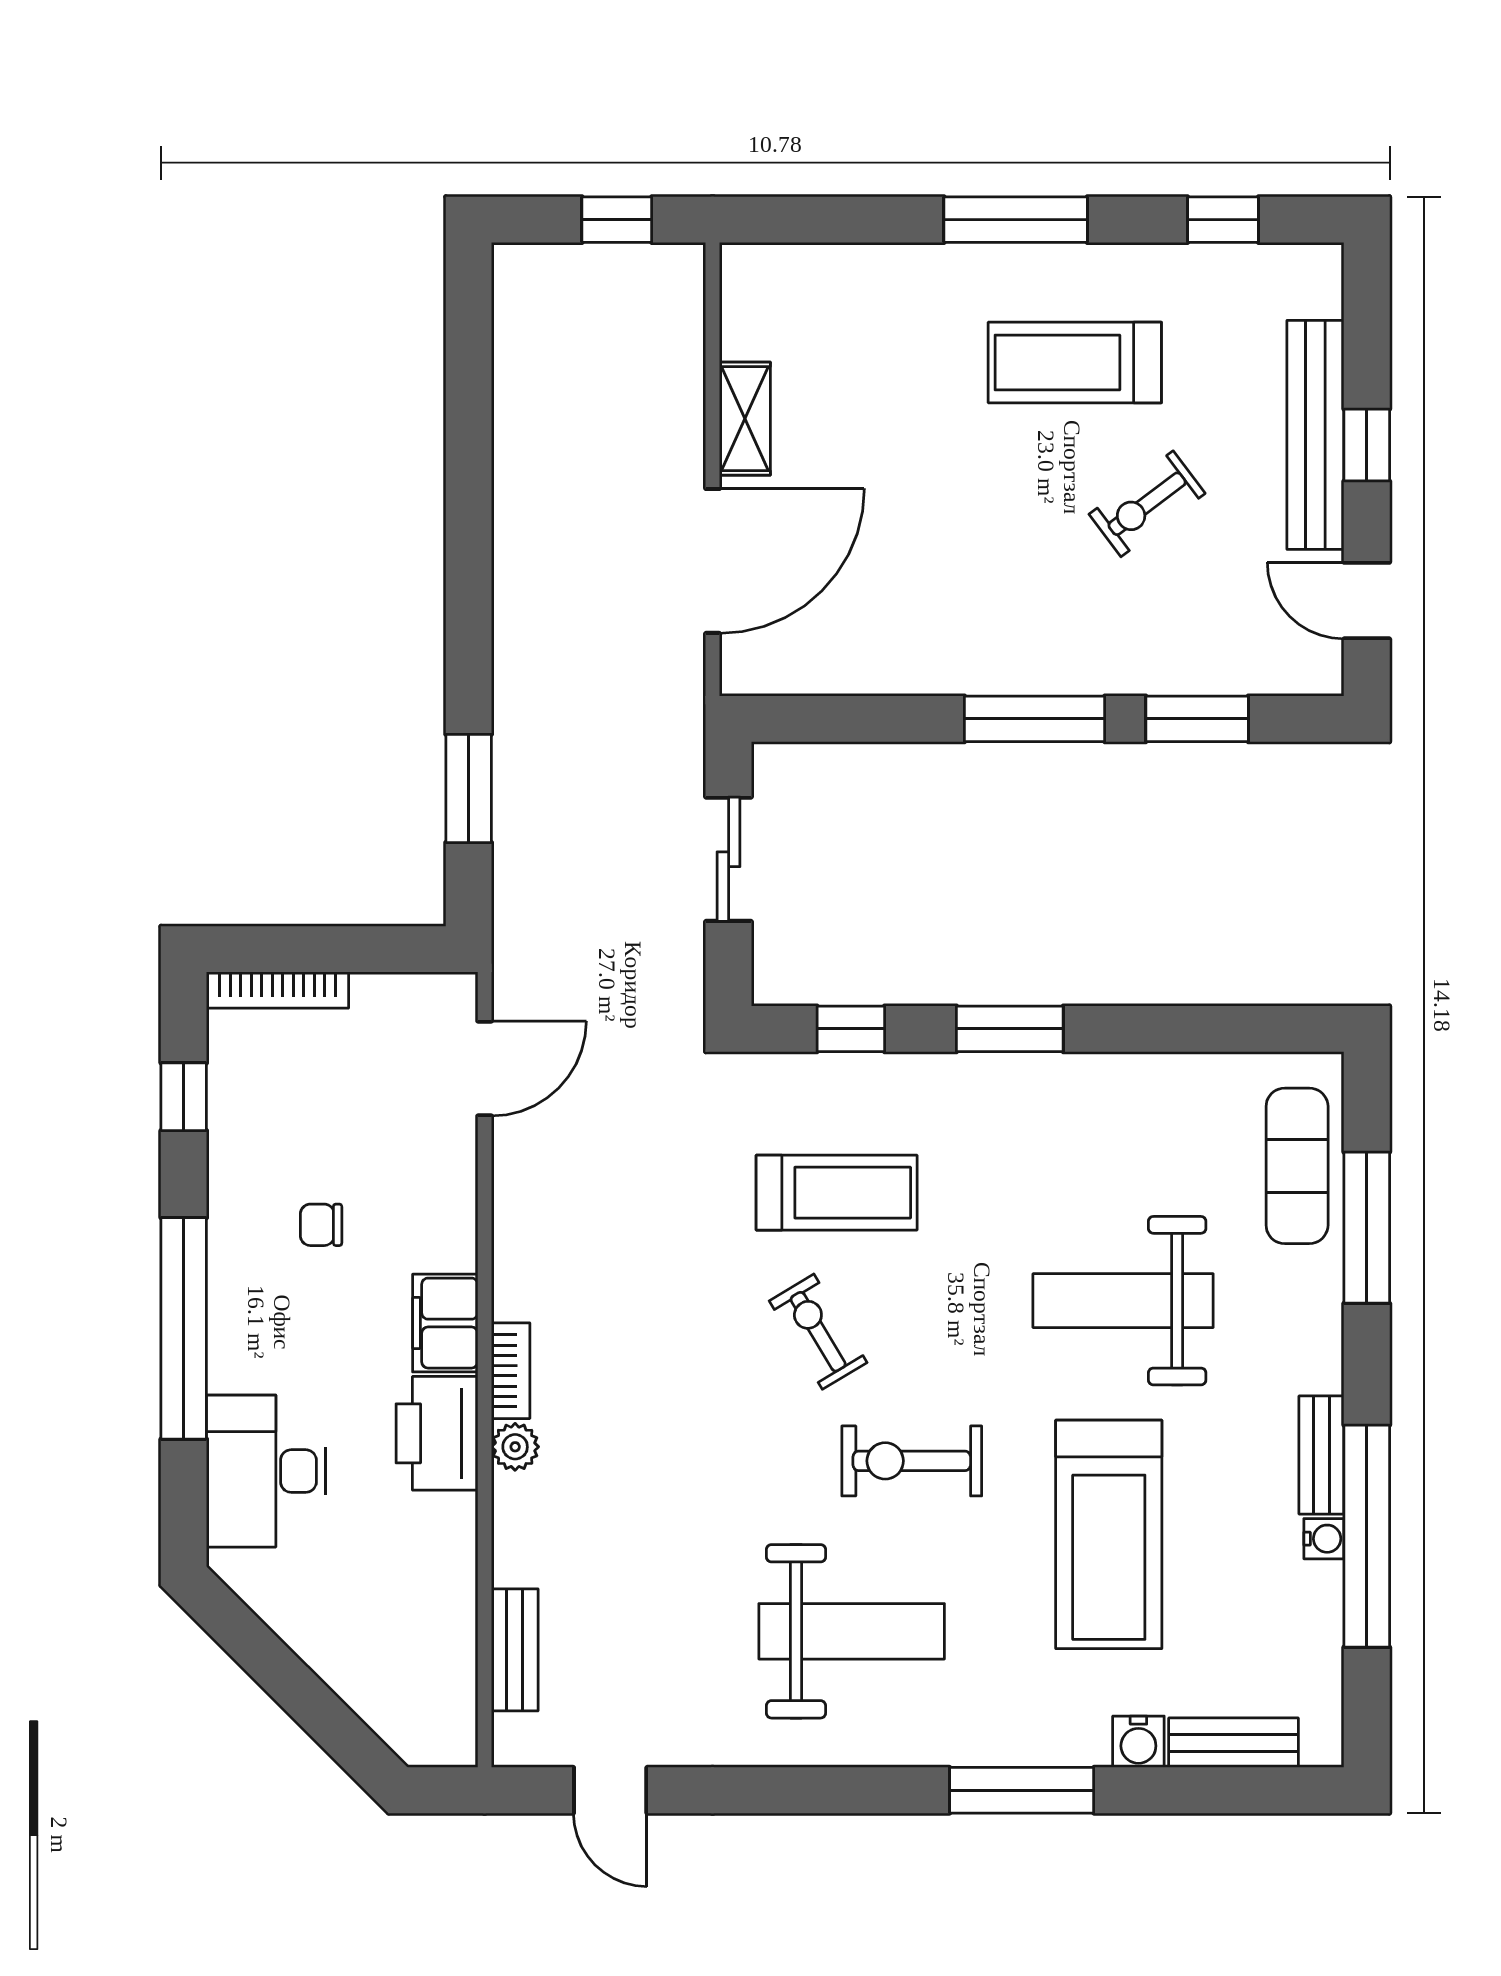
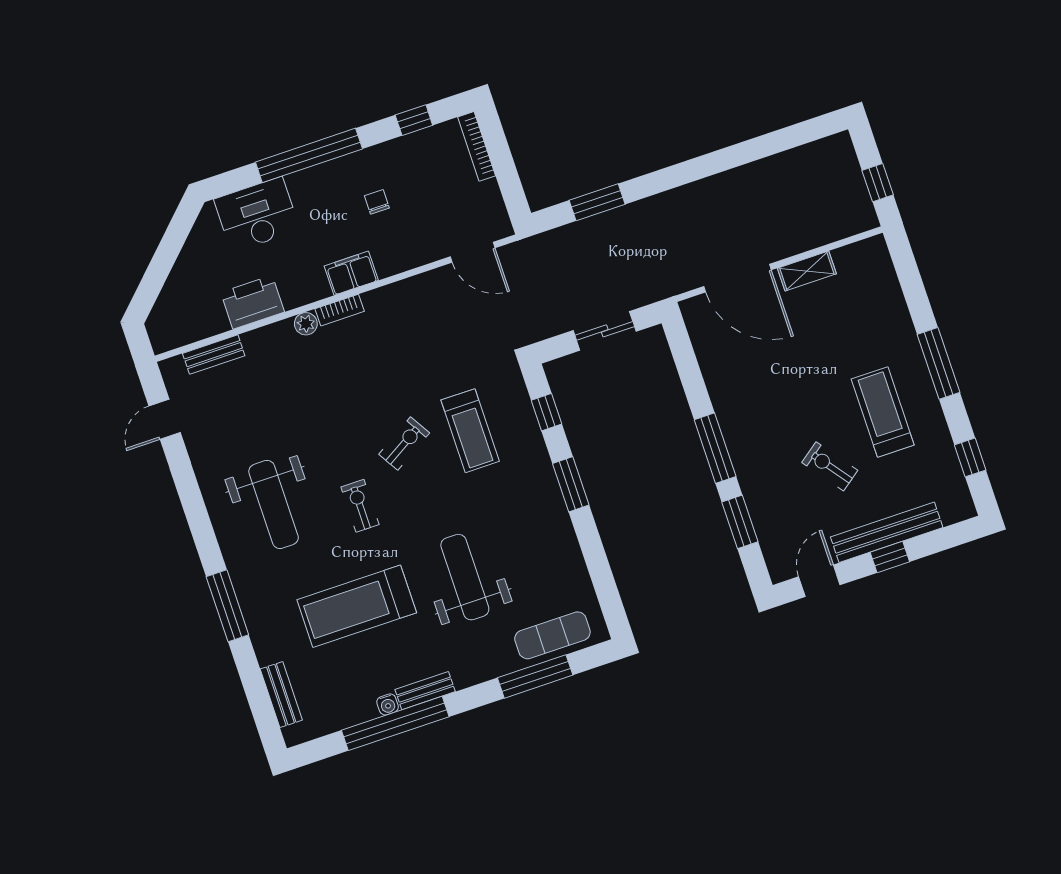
printer: (437, 1433) -> (253, 302), moved
exercise bike: (912, 1461) -> (360, 506), width x0.73, depth x0.72
water cooler: (1138, 1742) -> (267, 651), removed

